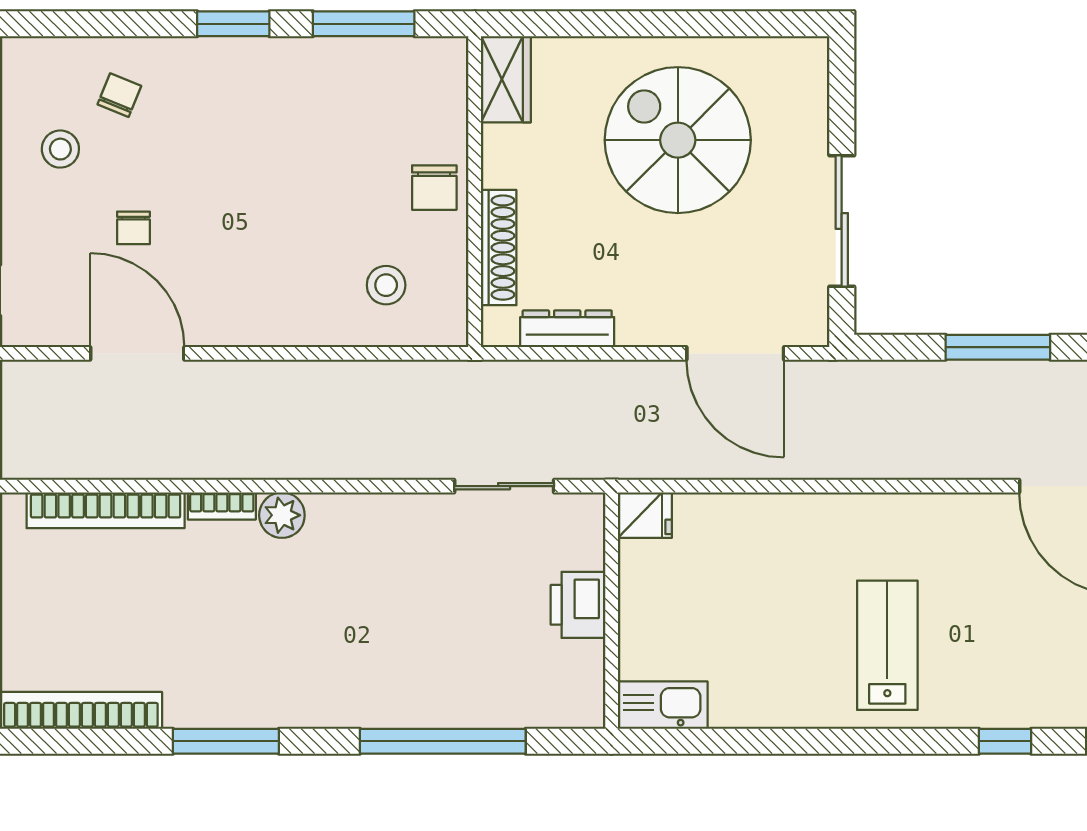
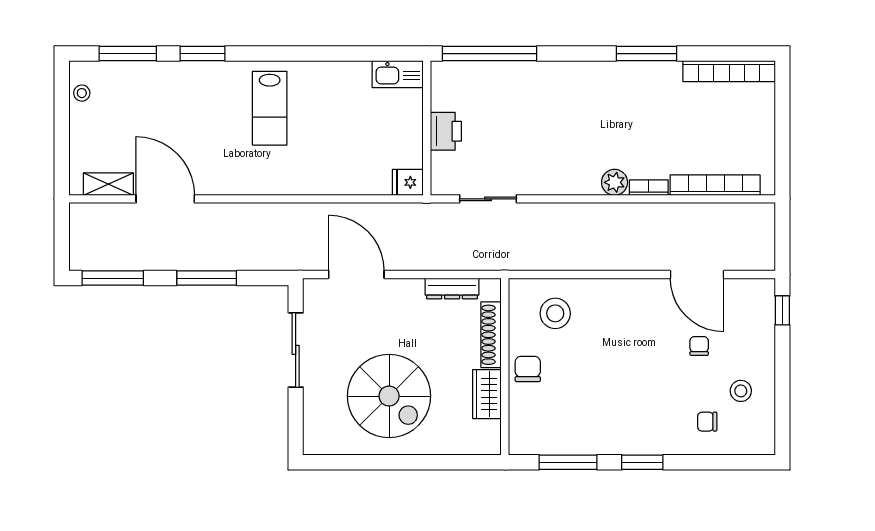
wardrobe: (506, 79) -> (487, 394), moved
chair: (119, 95) -> (707, 422), turned 68
stool: (386, 285) -> (555, 313), width x1.38, depth x1.38
window: (443, 741) -> (489, 54), moved
window: (1005, 741) -> (203, 54), width x1.50

